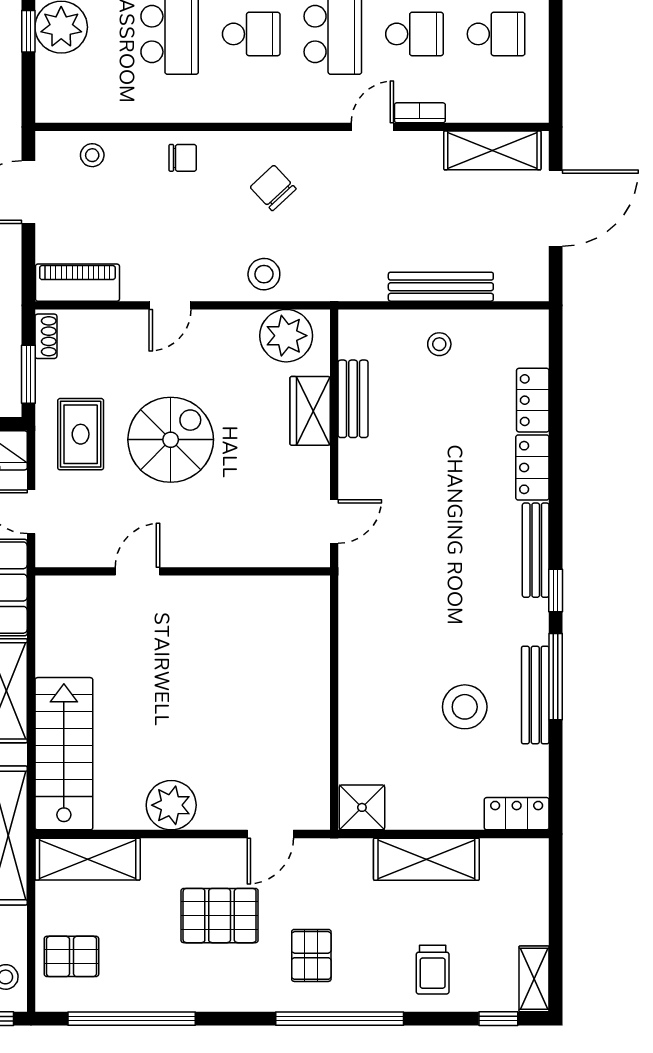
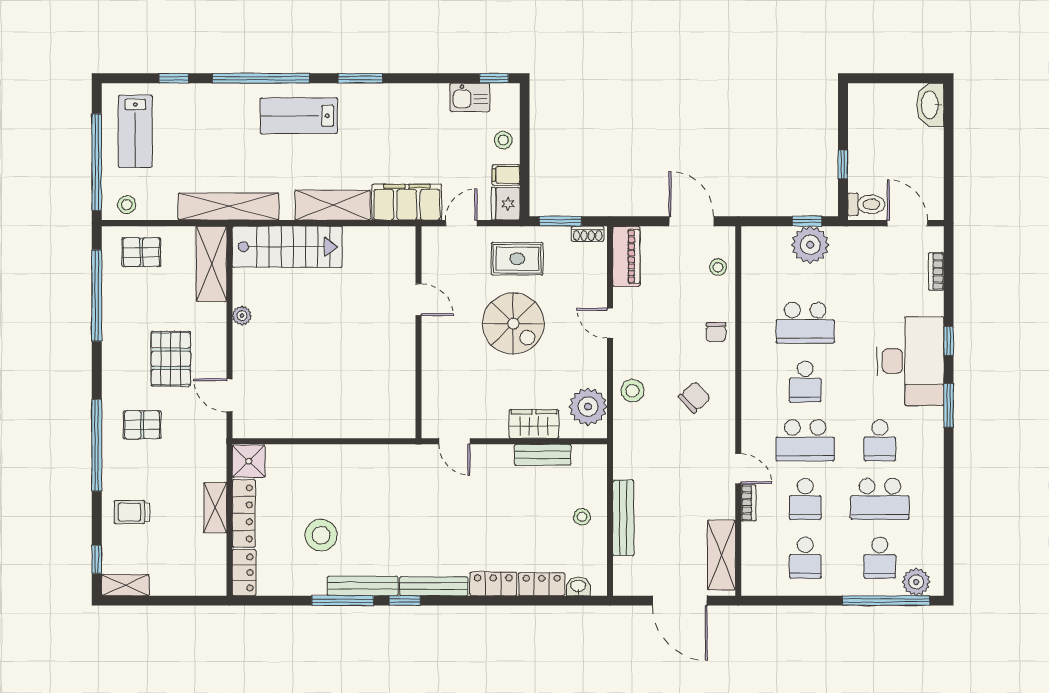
washbasin: (536, 349) -> (578, 586), added
bench: (535, 695) -> (363, 586), moved
plant: (171, 805) -> (242, 316), width x0.53, depth x0.53
locker: (434, 814) -> (244, 513), added
shelving: (426, 859) -> (215, 508), width x0.67, depth x0.75
pallet: (71, 956) -> (141, 252), turned 90

